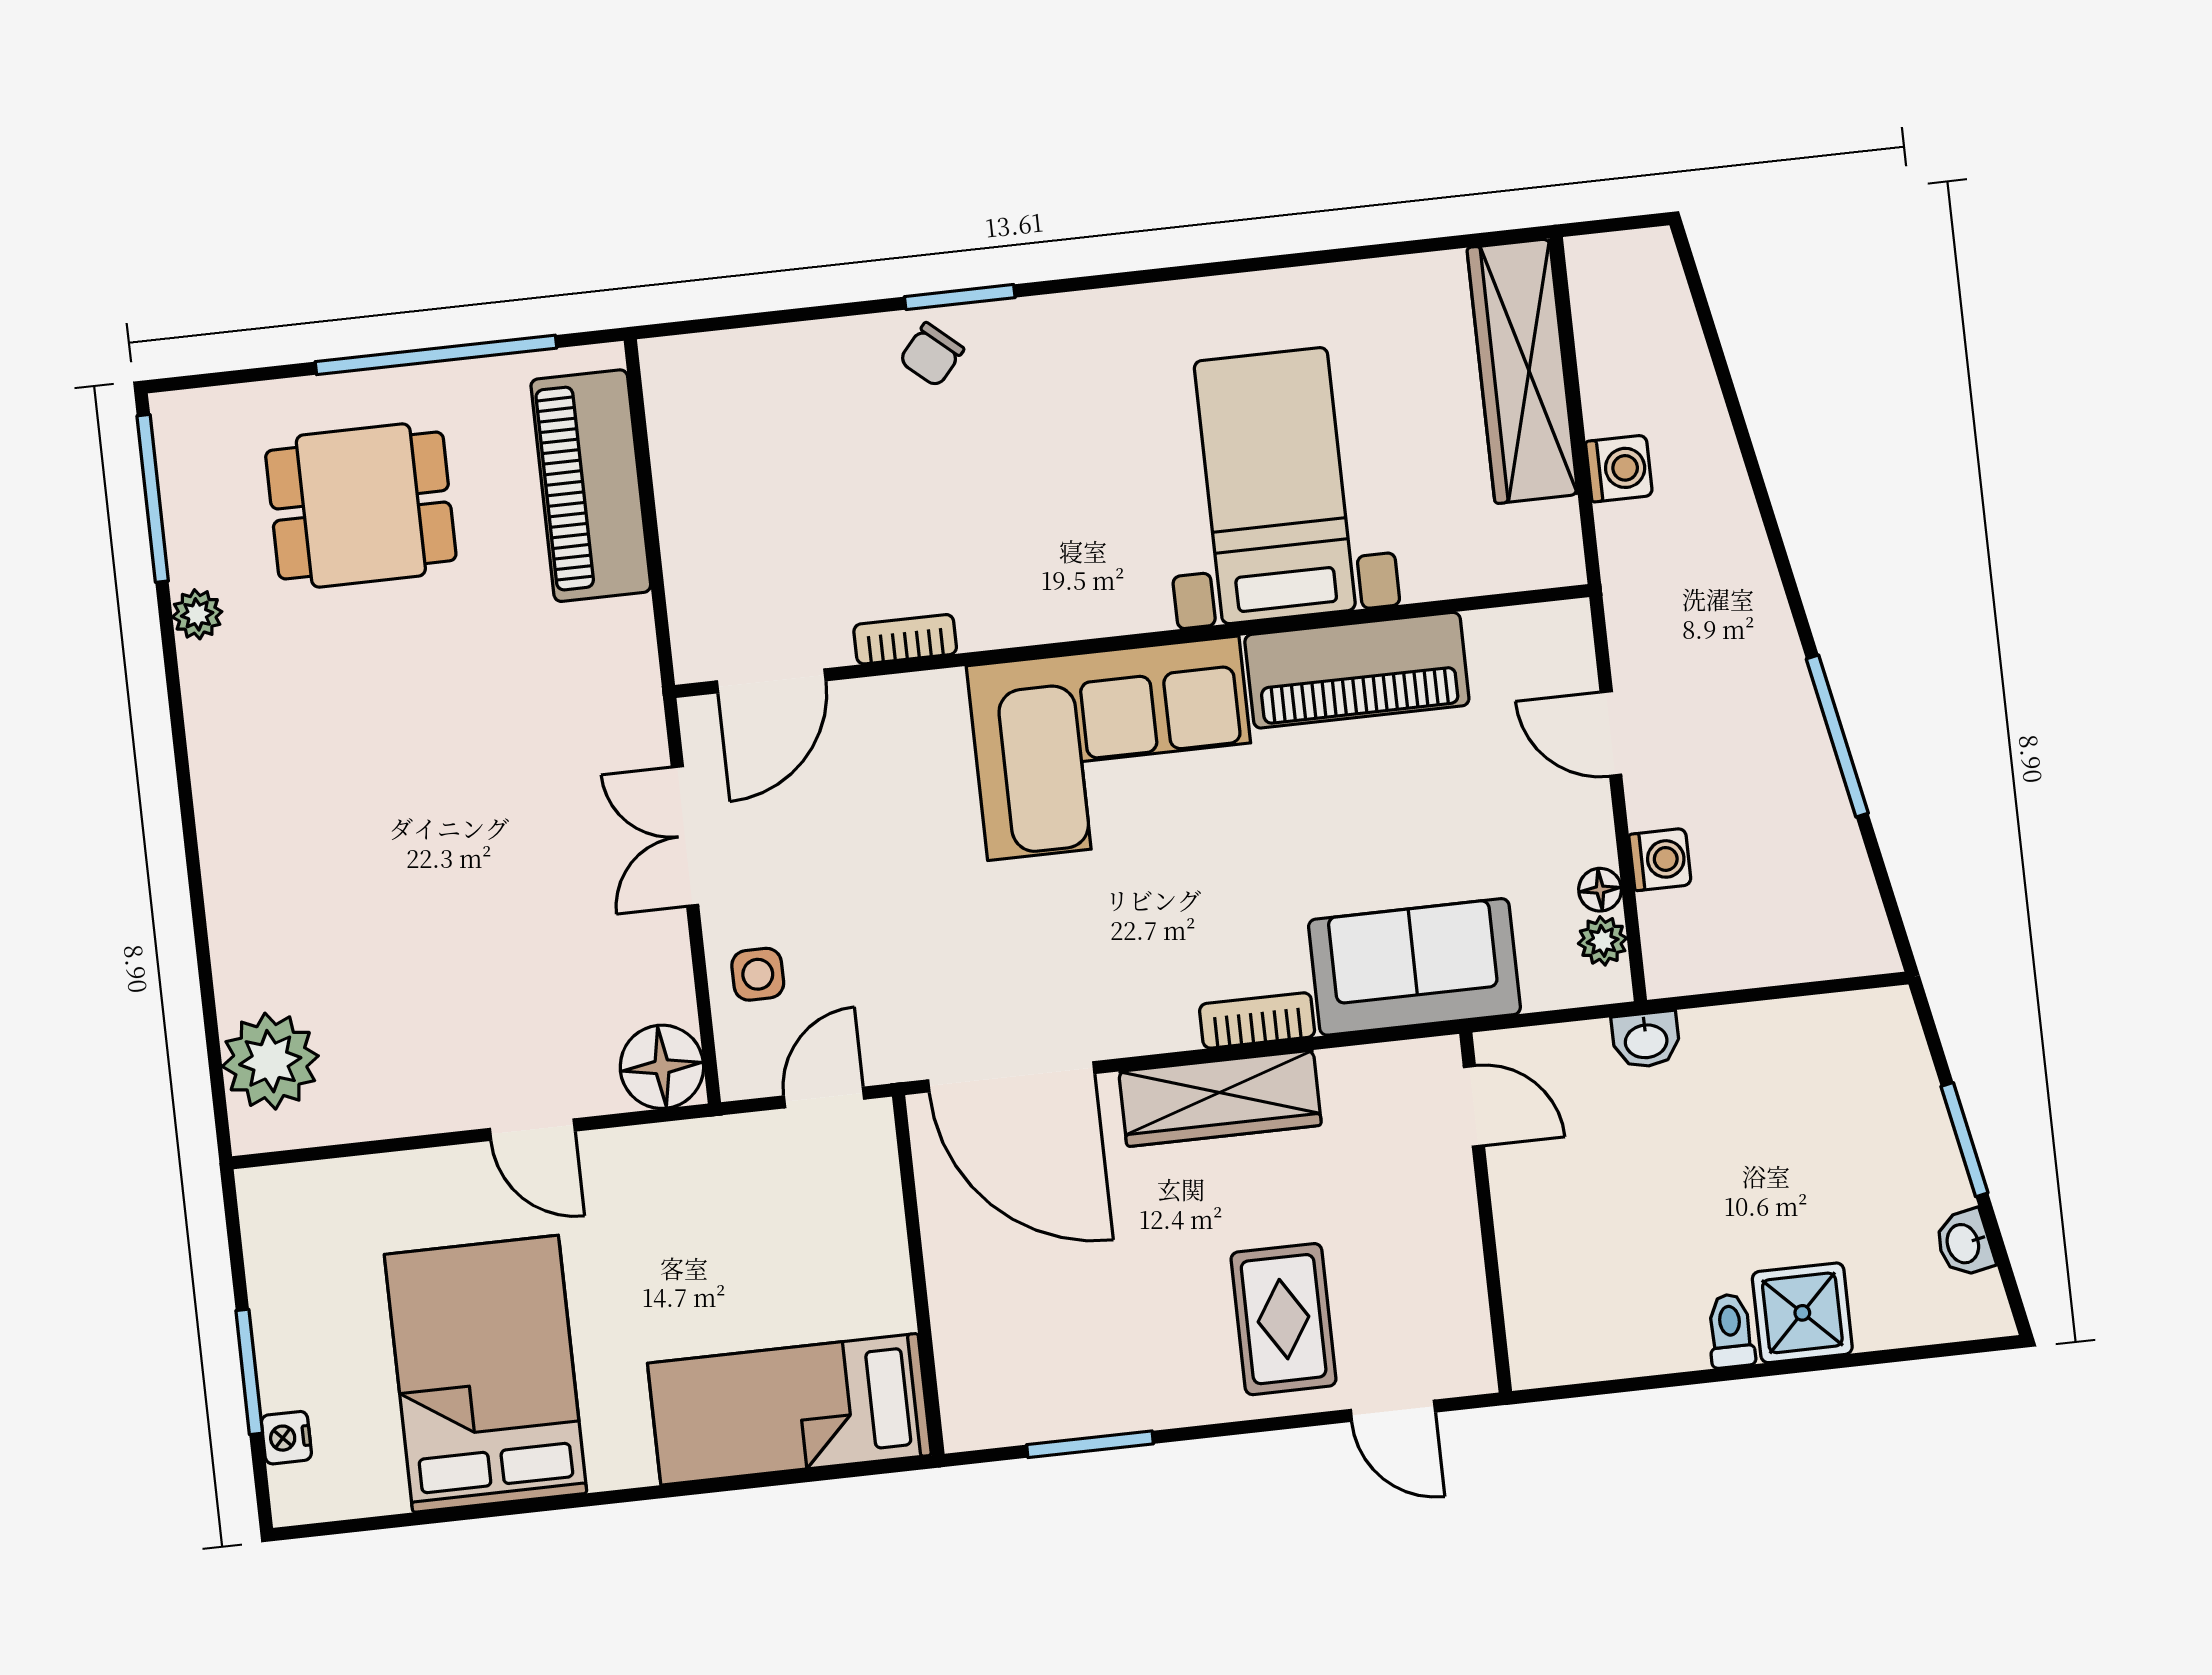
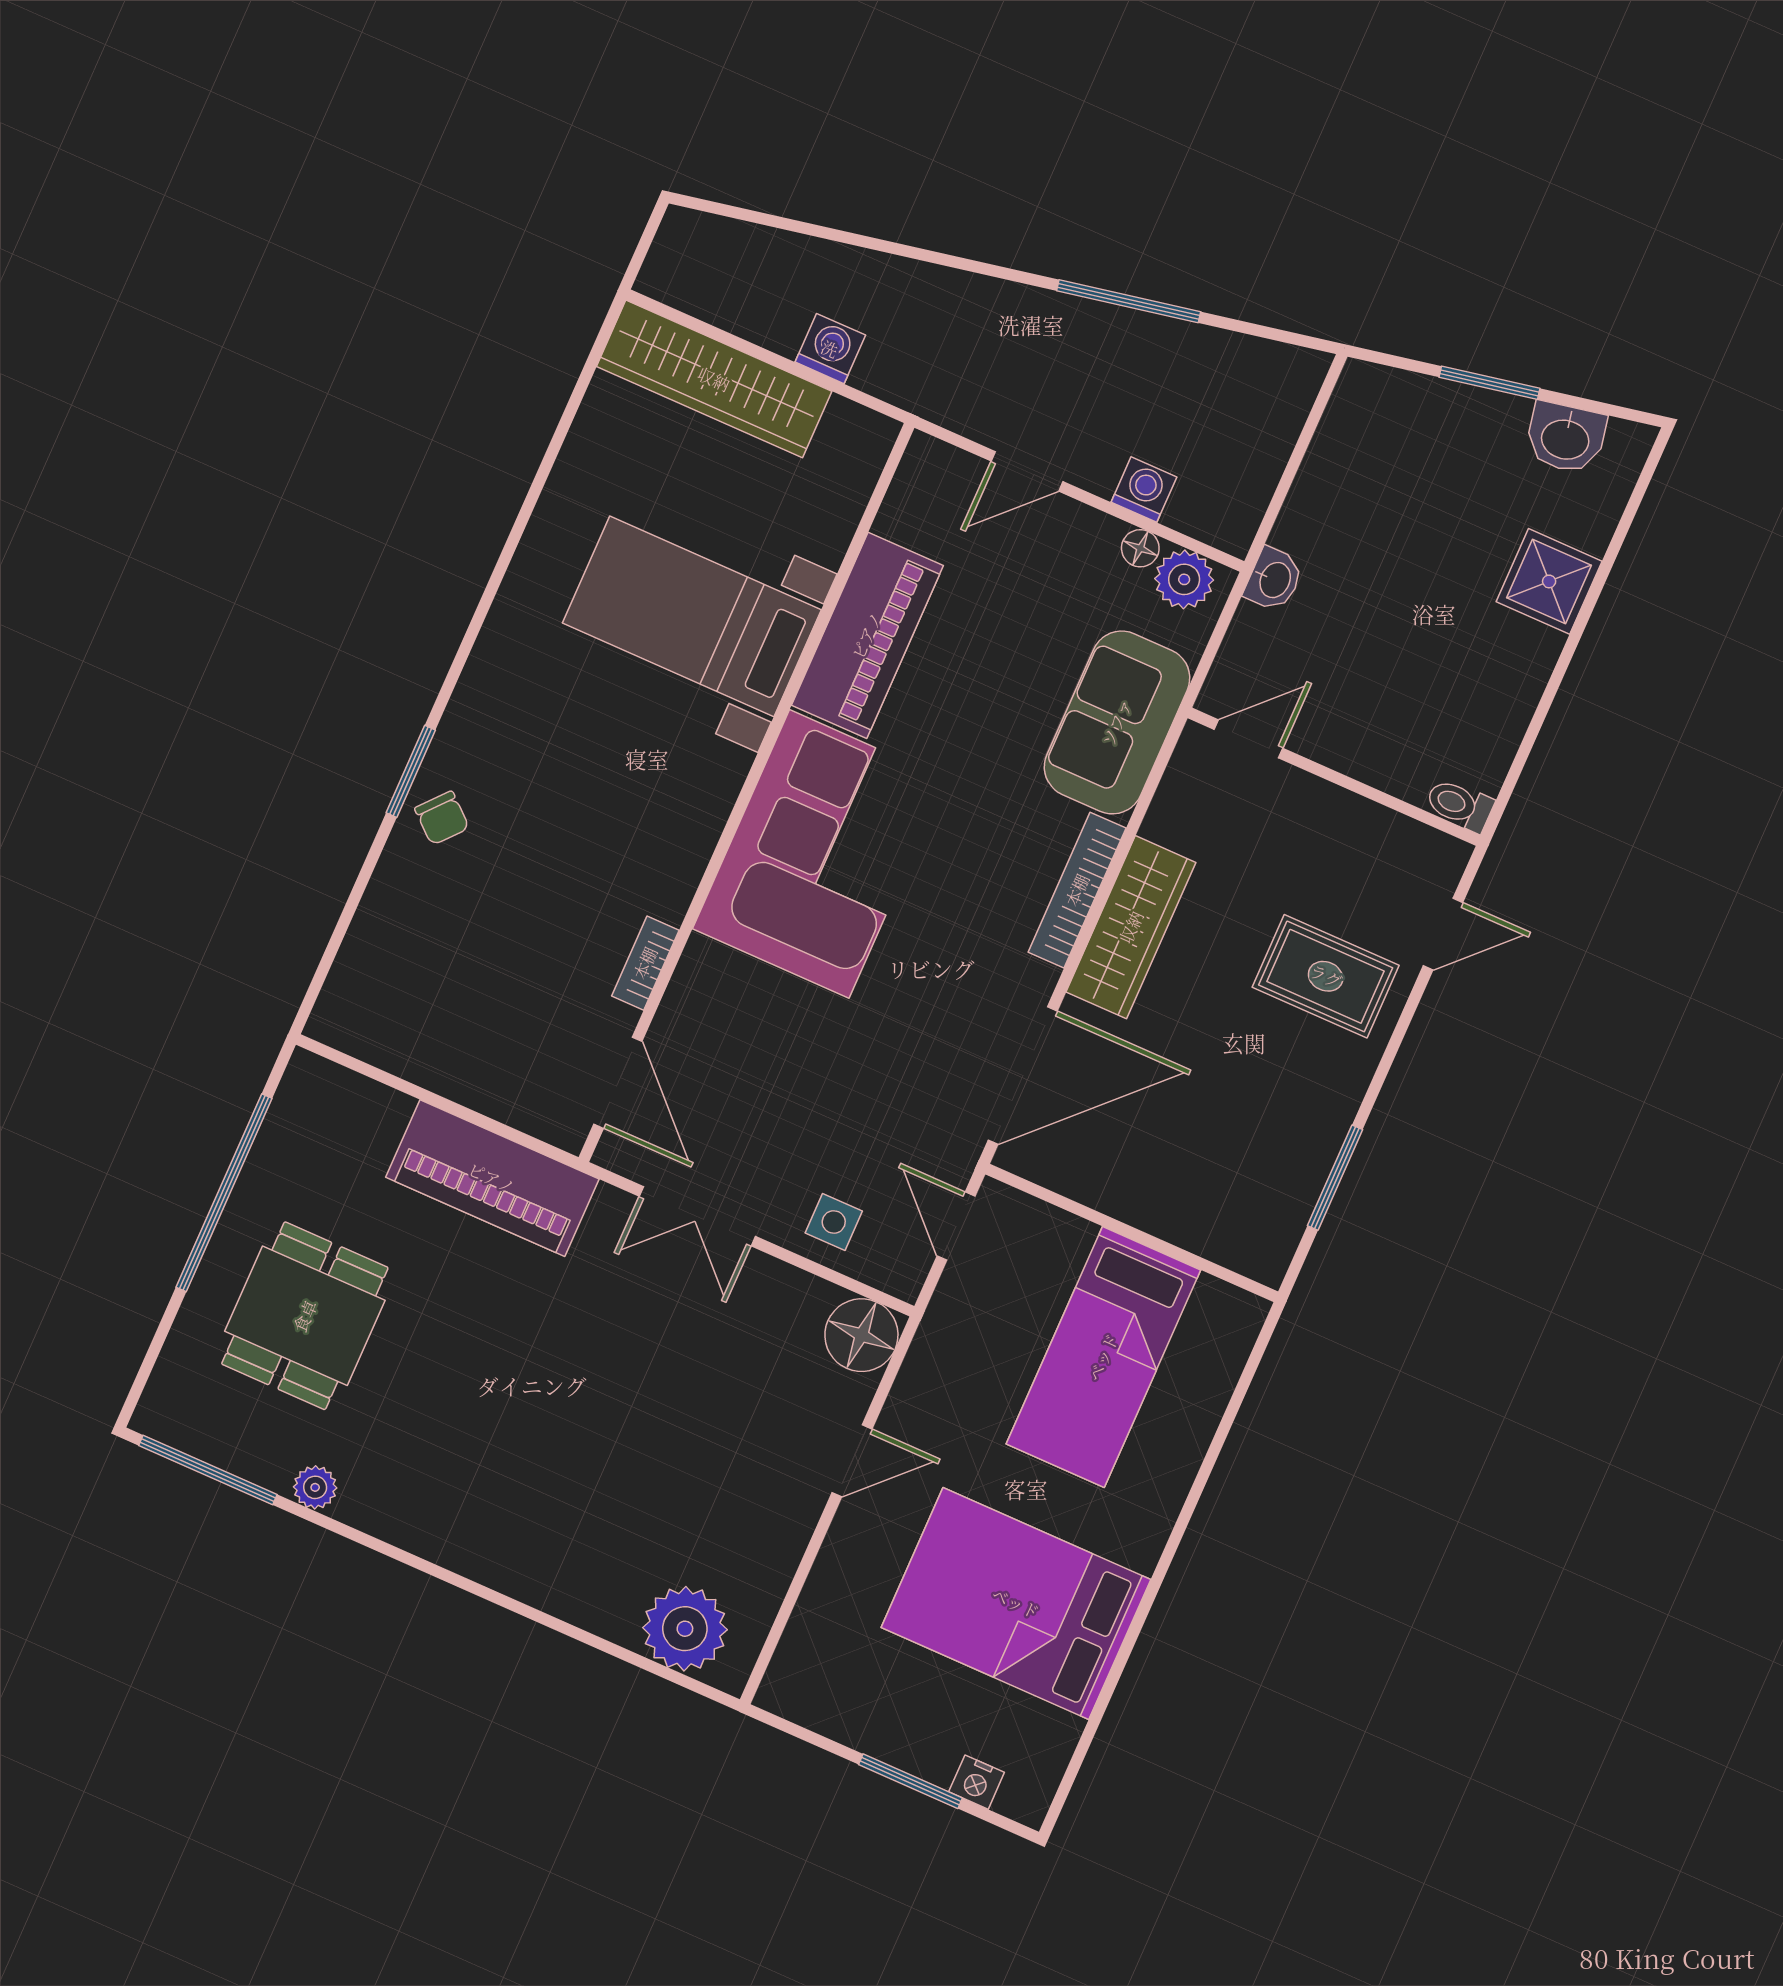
piano: (591, 486) -> (492, 1178), moved
plant: (1603, 941) -> (1184, 579), width x1.38, depth x1.38
bookcase: (1257, 1020) -> (1077, 890), width x1.56
washbasin: (1964, 1243) -> (1566, 438), width x1.38, depth x1.45
toilet: (1731, 1331) -> (1460, 805), moved
bed: (789, 1409) -> (1103, 1357), moved

